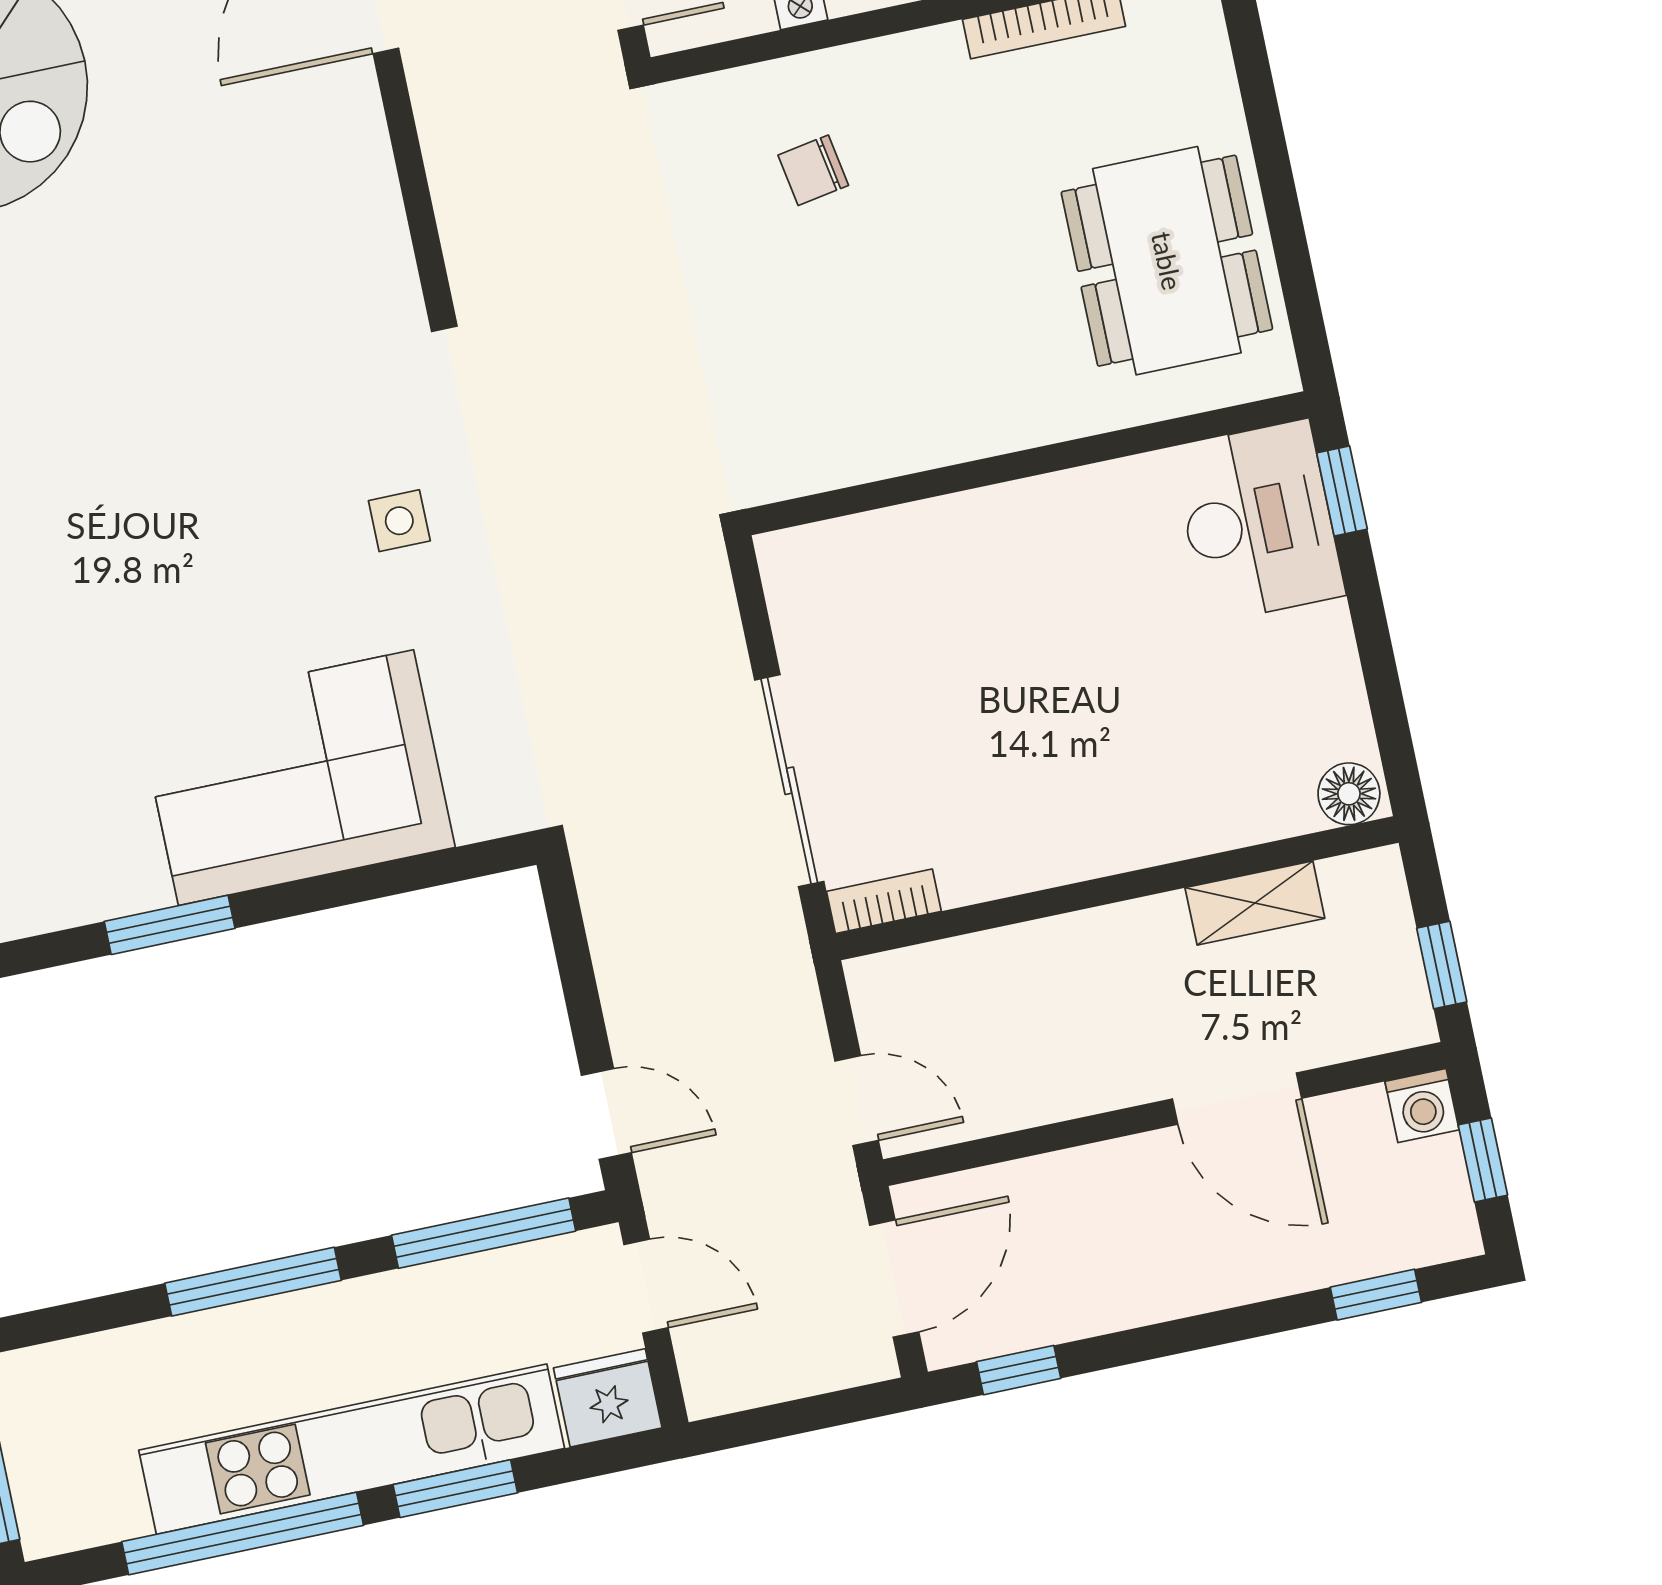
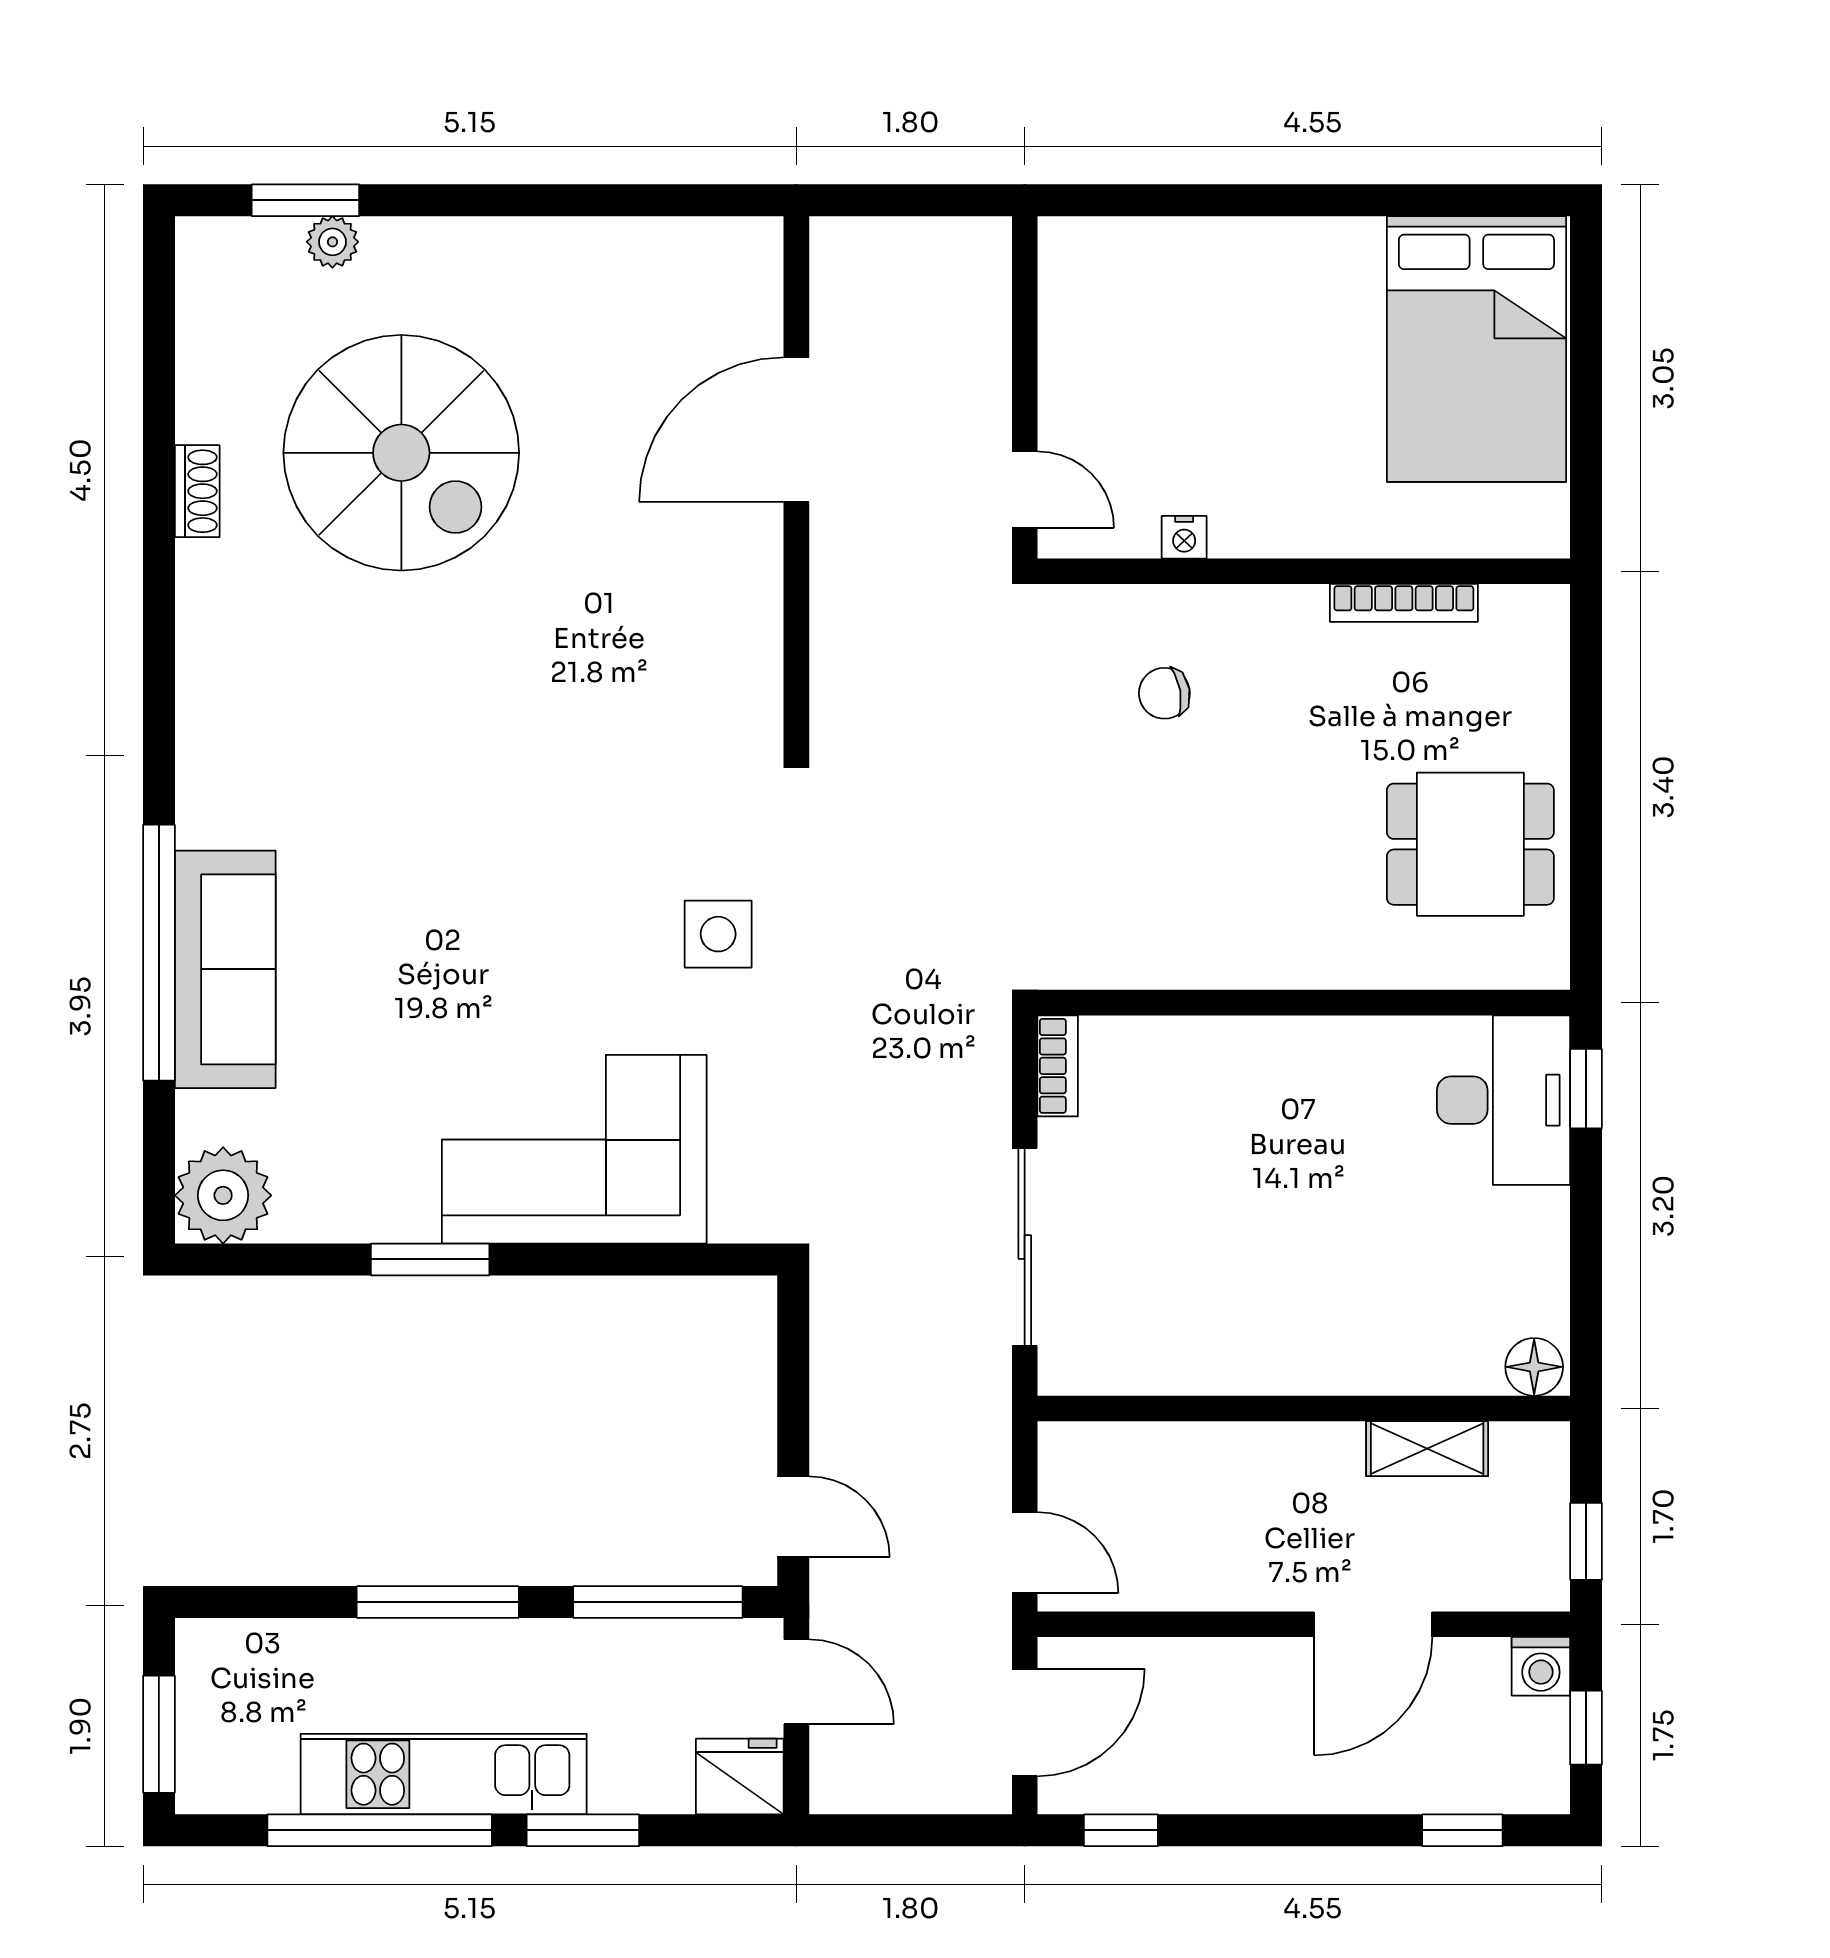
dining table: (1167, 261) -> (1470, 844), width x0.73
side table: (399, 521) -> (718, 934), width x1.37, depth x1.37
bookcase: (884, 901) -> (1058, 1066), moved, turned 90
door: (1237, 1099) -> (1373, 1624), hinge flipped
kitchen unit: (352, 1449) -> (444, 1774), width x0.73

